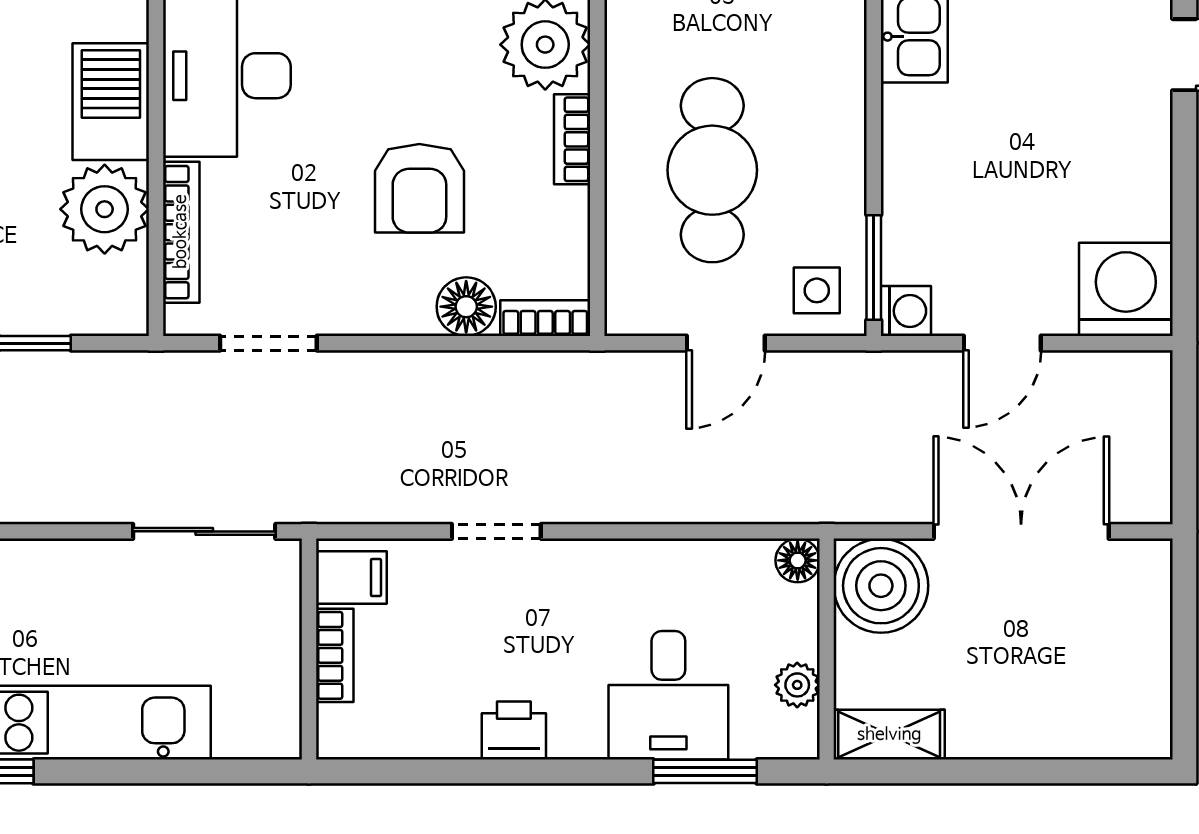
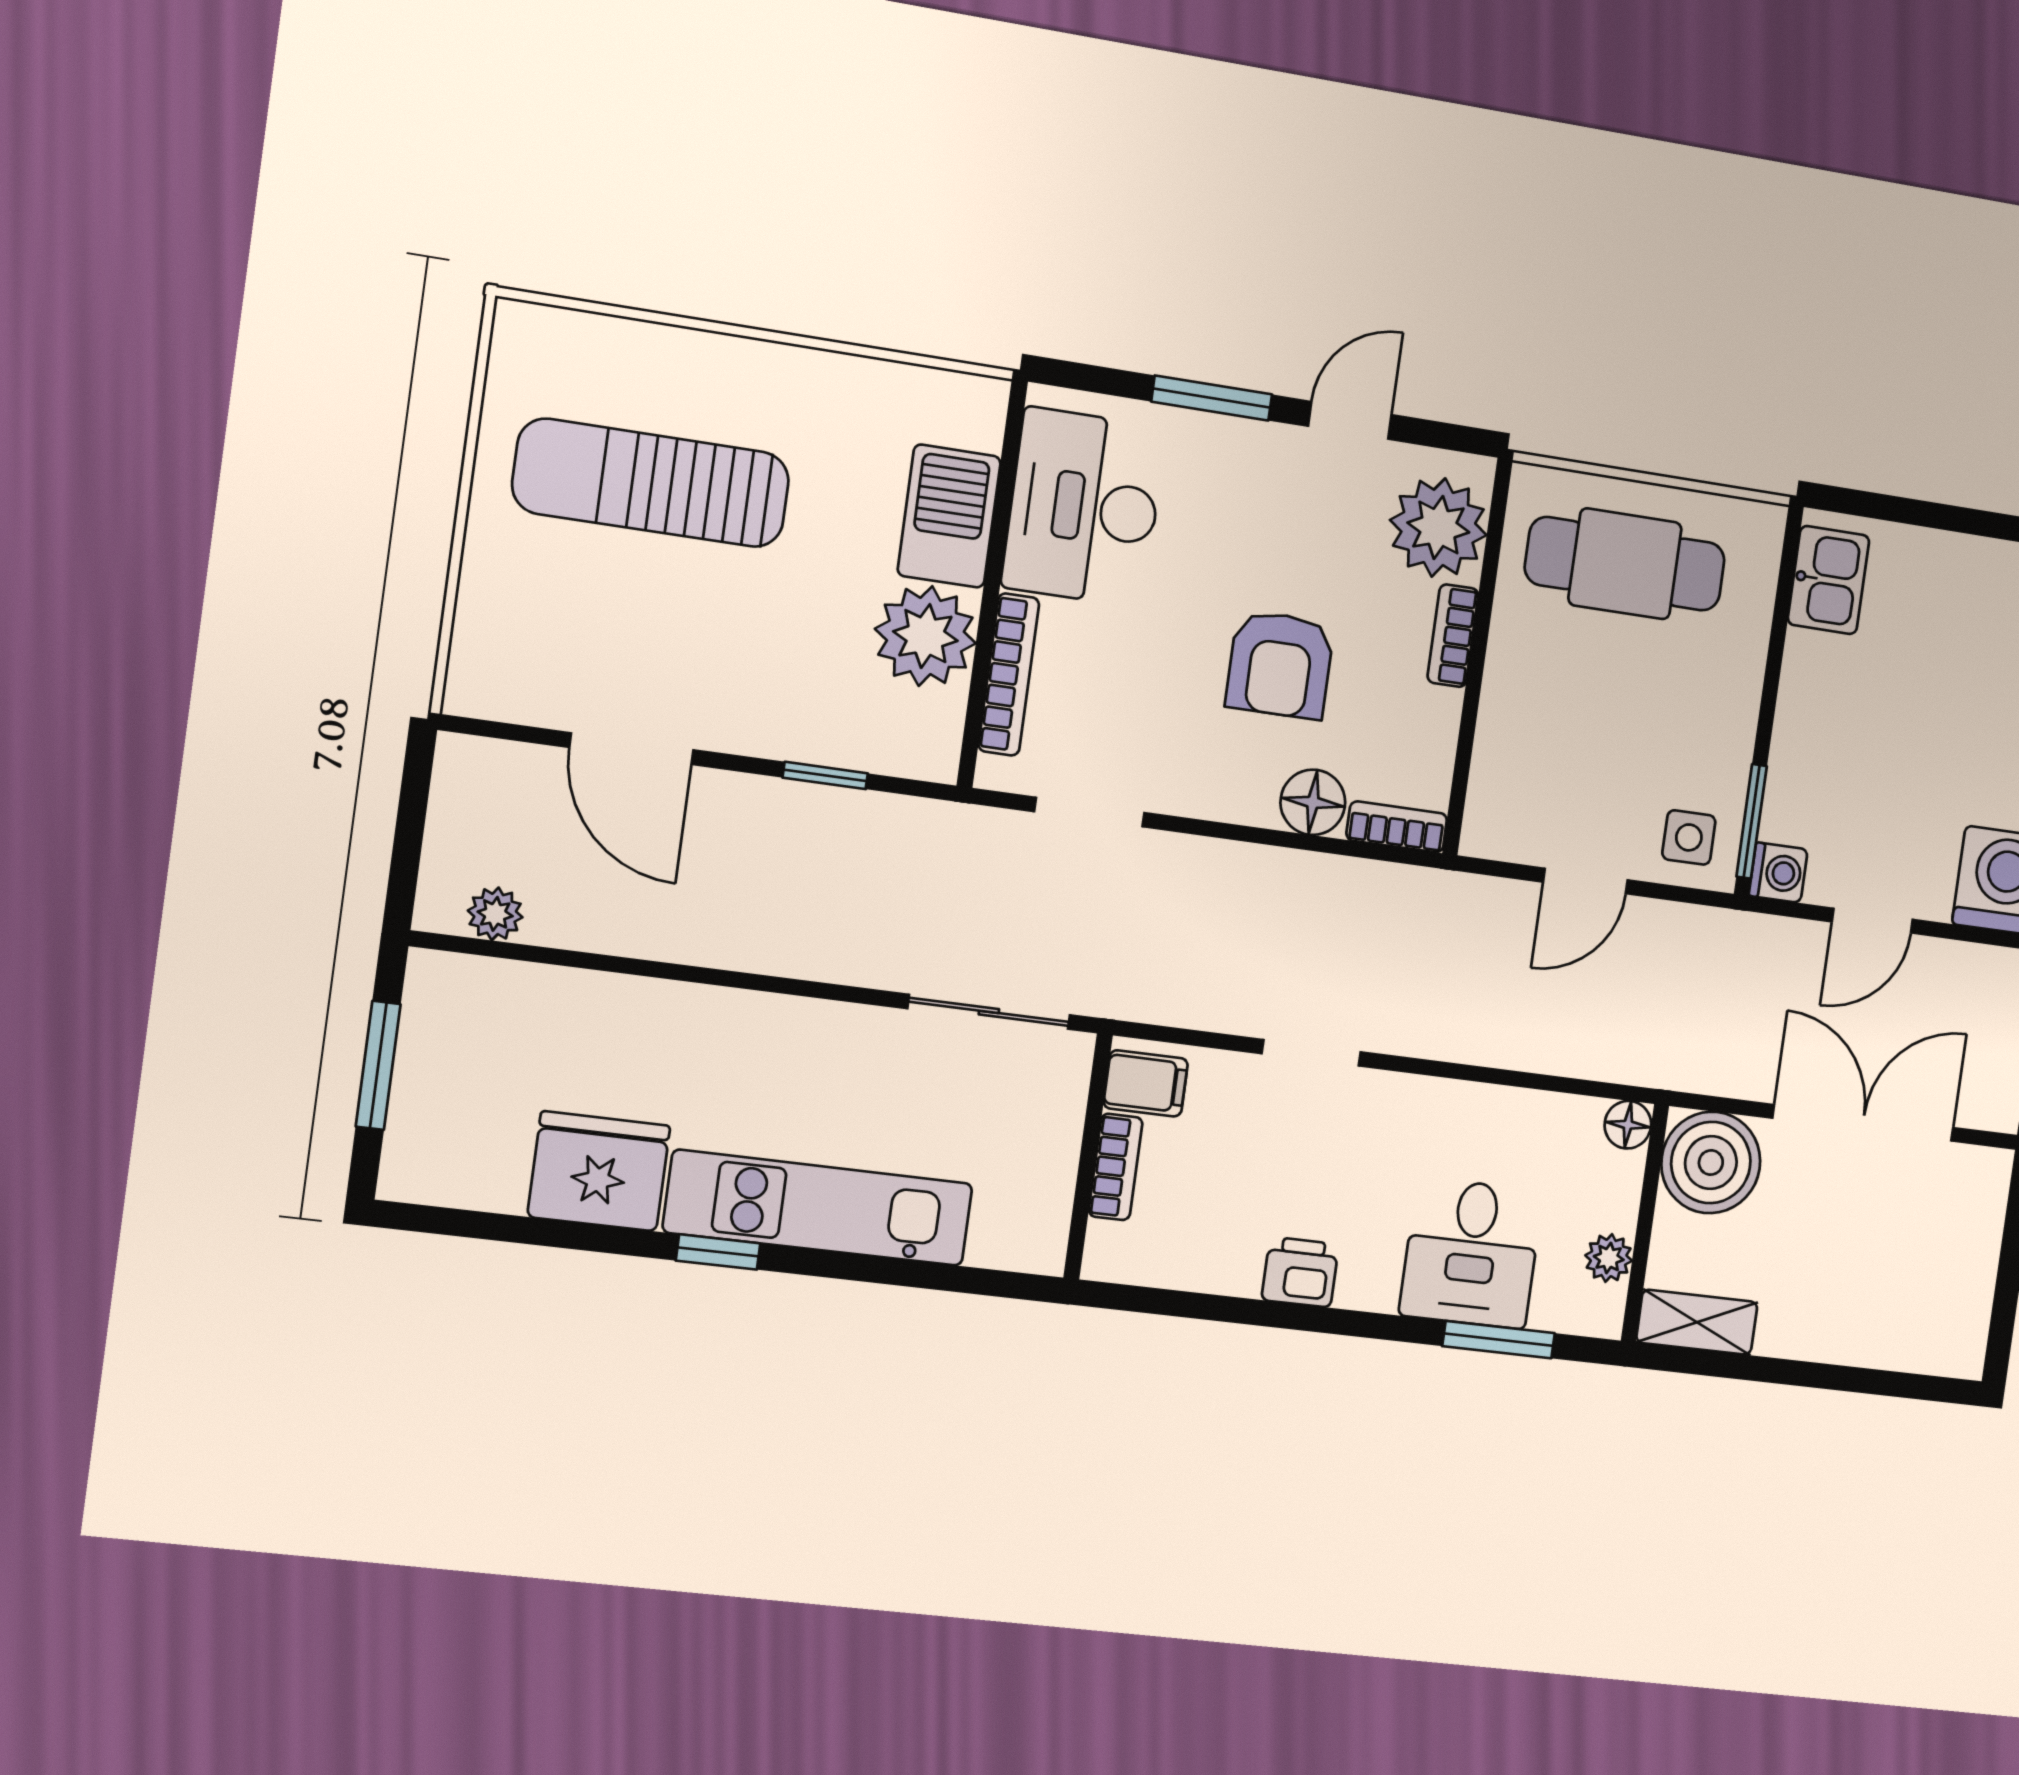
cafe table: (712, 170) -> (1625, 564), moved, turned 90

